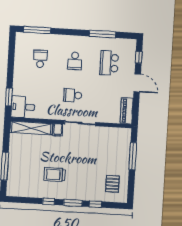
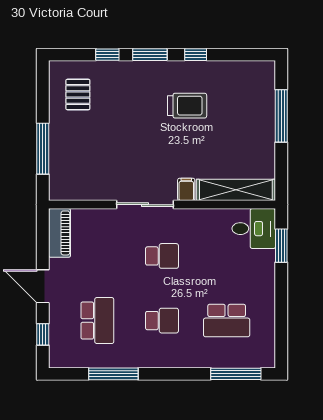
school desk: (40, 59) -> (227, 321), width x1.85
school desk: (75, 61) -> (162, 321), turned 90

